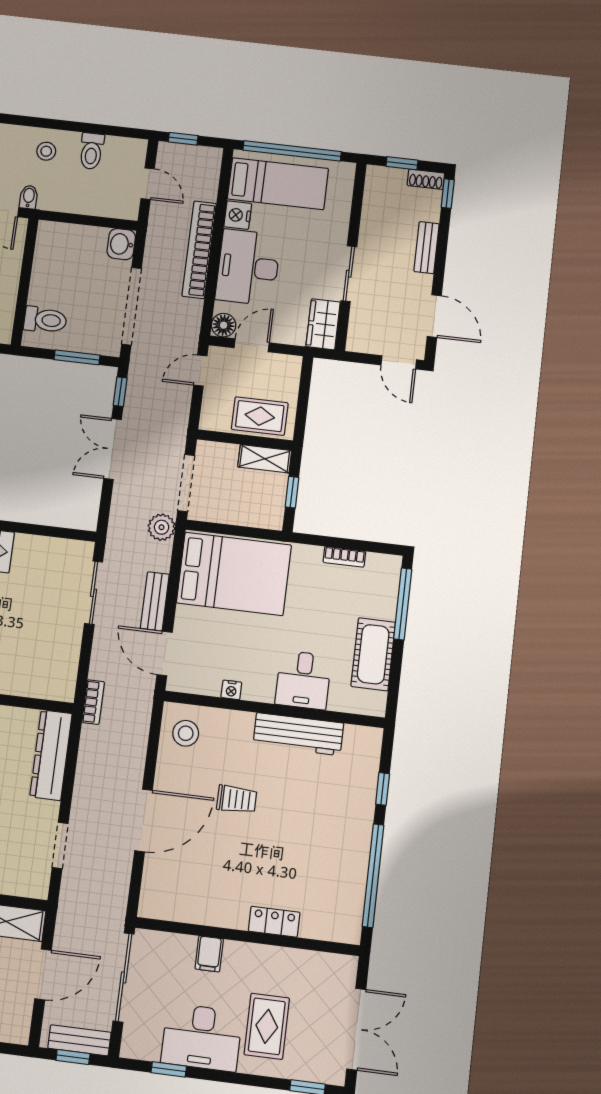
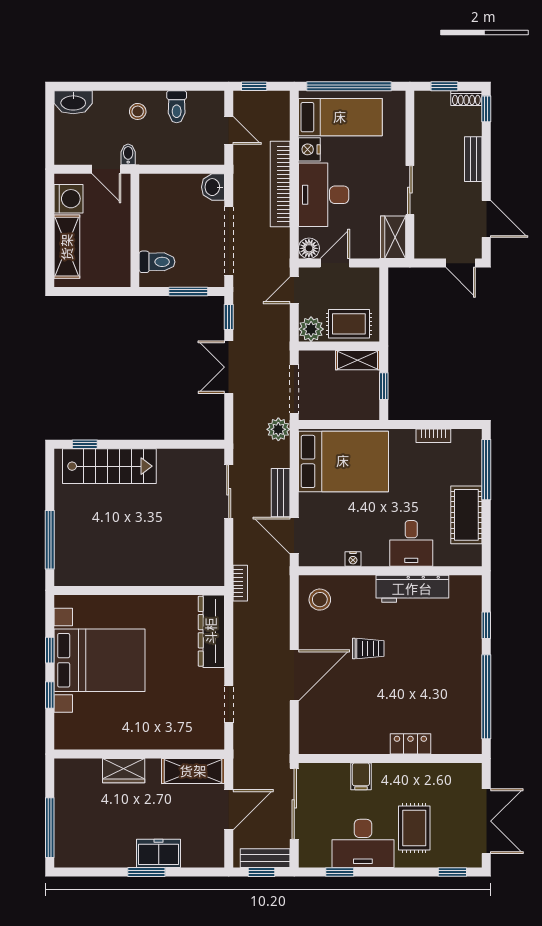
plant: (215, 417) -> (311, 329), added

